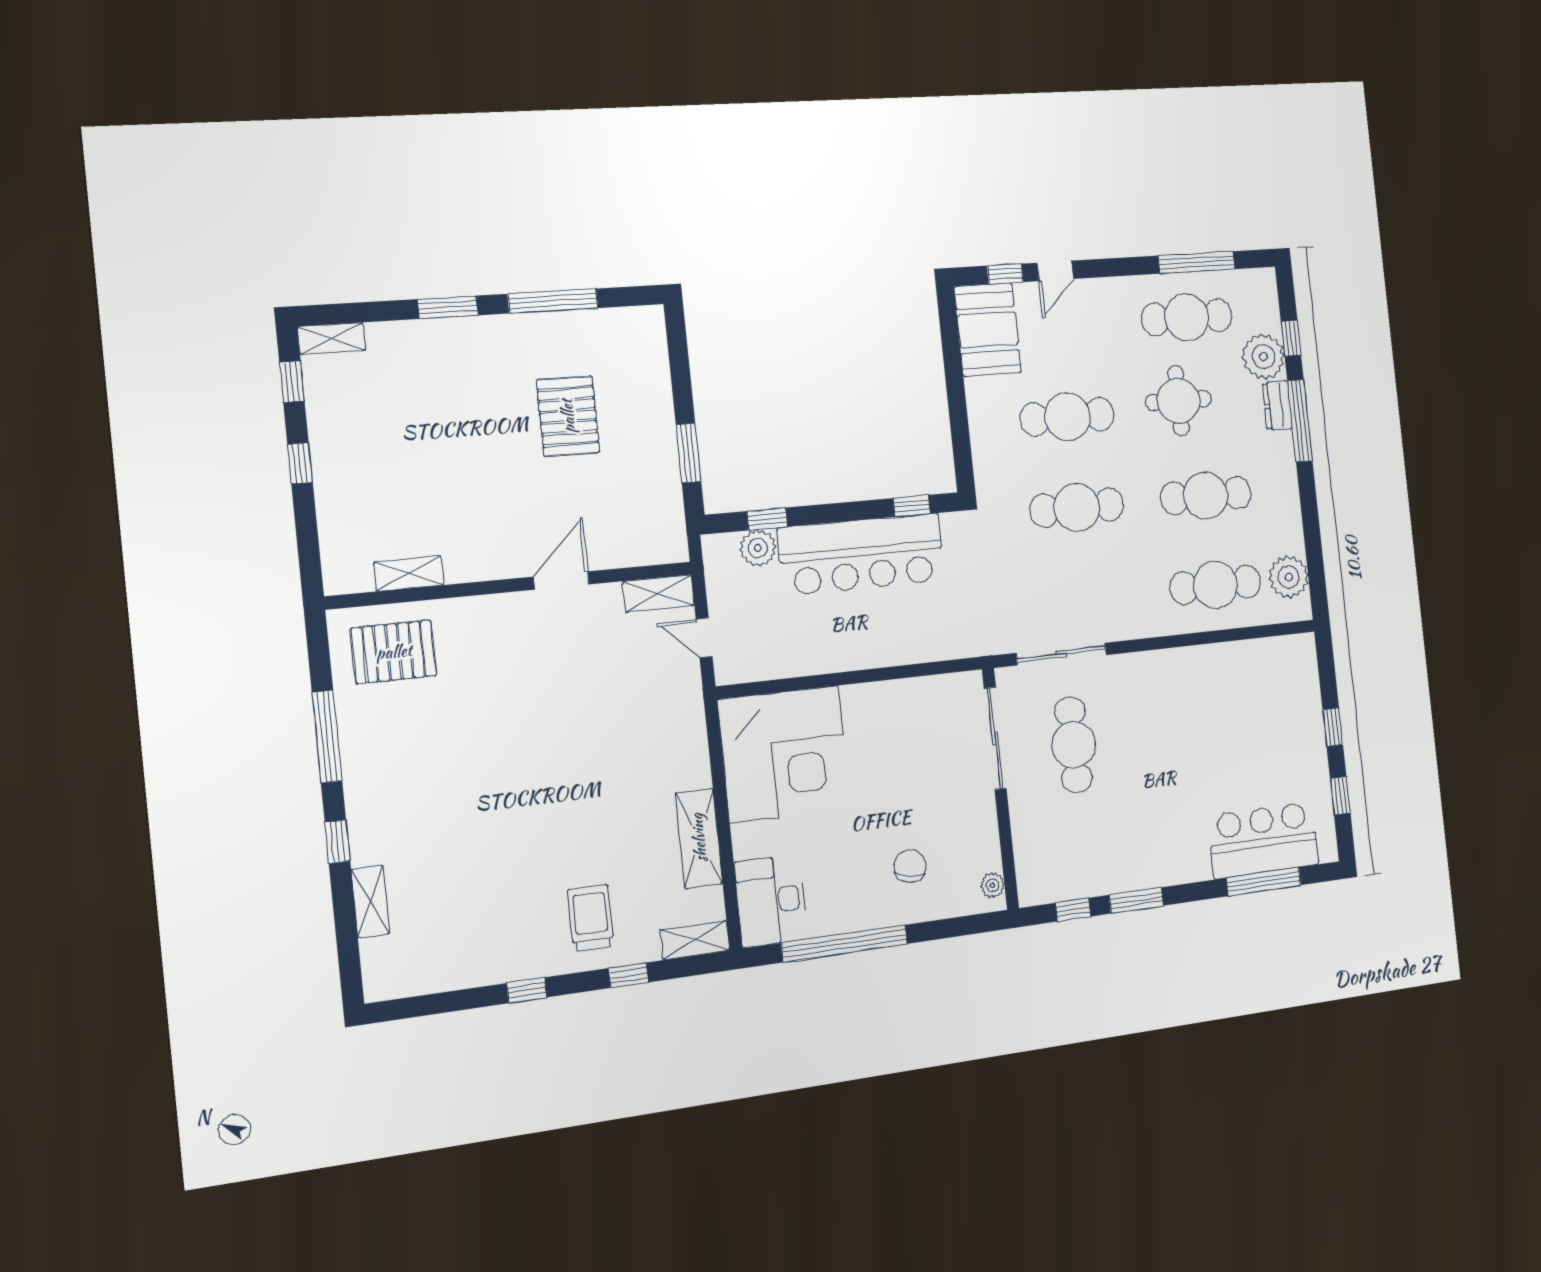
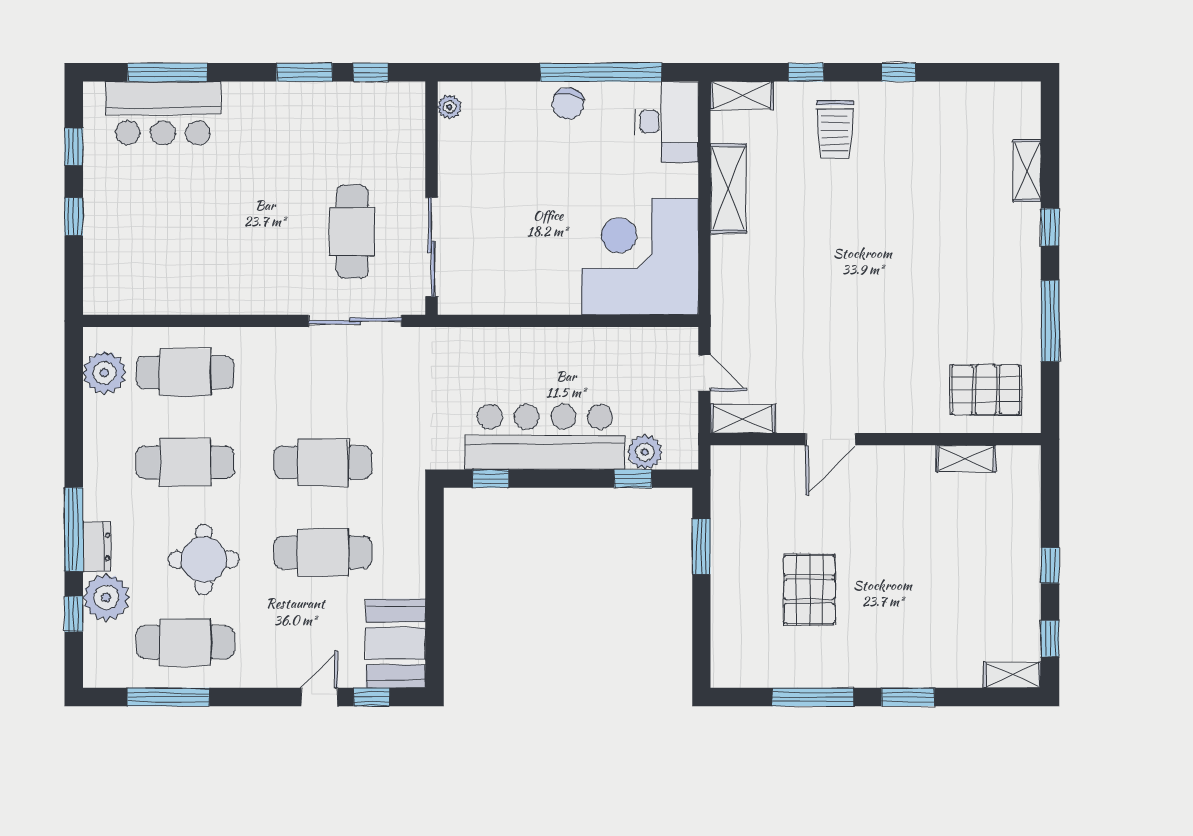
chair: (910, 866) -> (568, 104), moved

